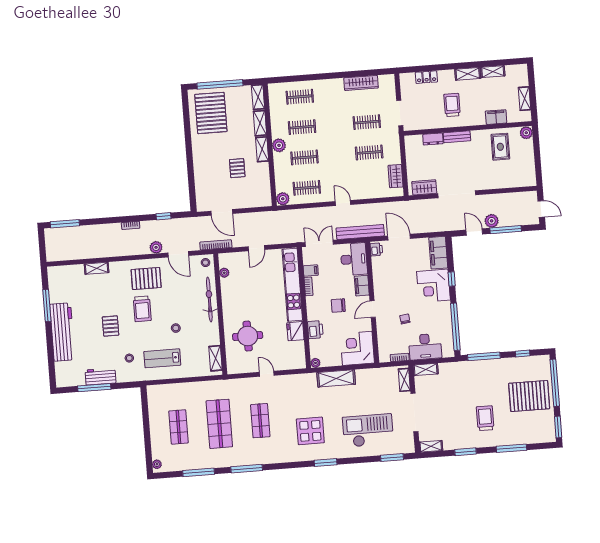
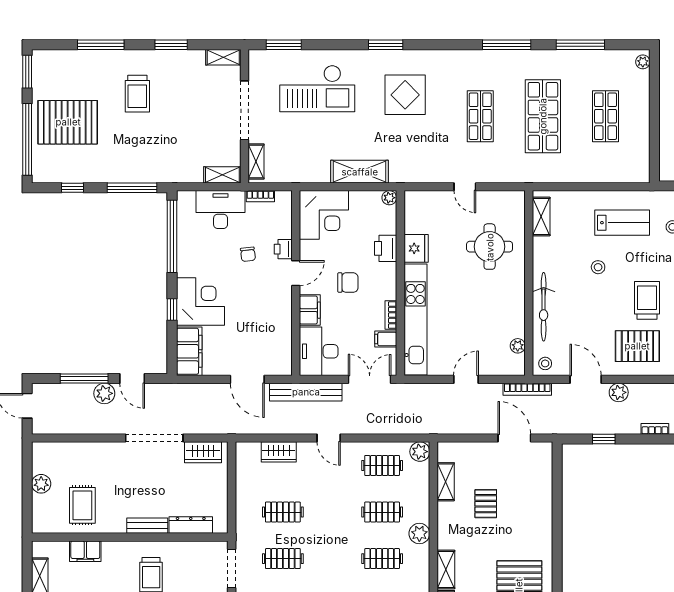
plant: (526, 133) -> (41, 484), moved
dresser: (433, 139) -> (191, 525), width x1.44
shelving: (262, 149) -> (446, 482), moved
wardrobe: (396, 176) -> (279, 452), moved, turned 90
double door: (319, 243) -> (370, 379), swing flipped
printer: (376, 249) -> (283, 249), moved

